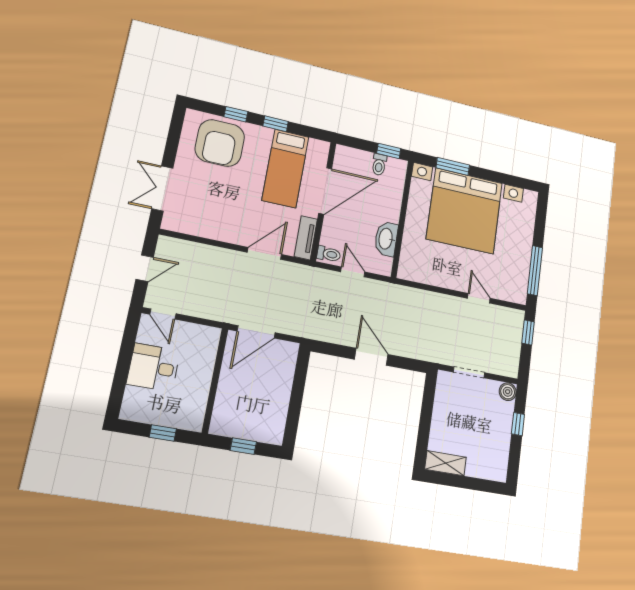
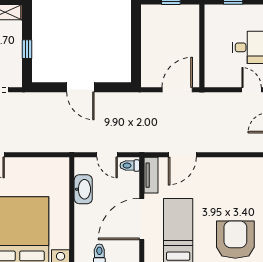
window: (426, 414) -> (27, 49), added

